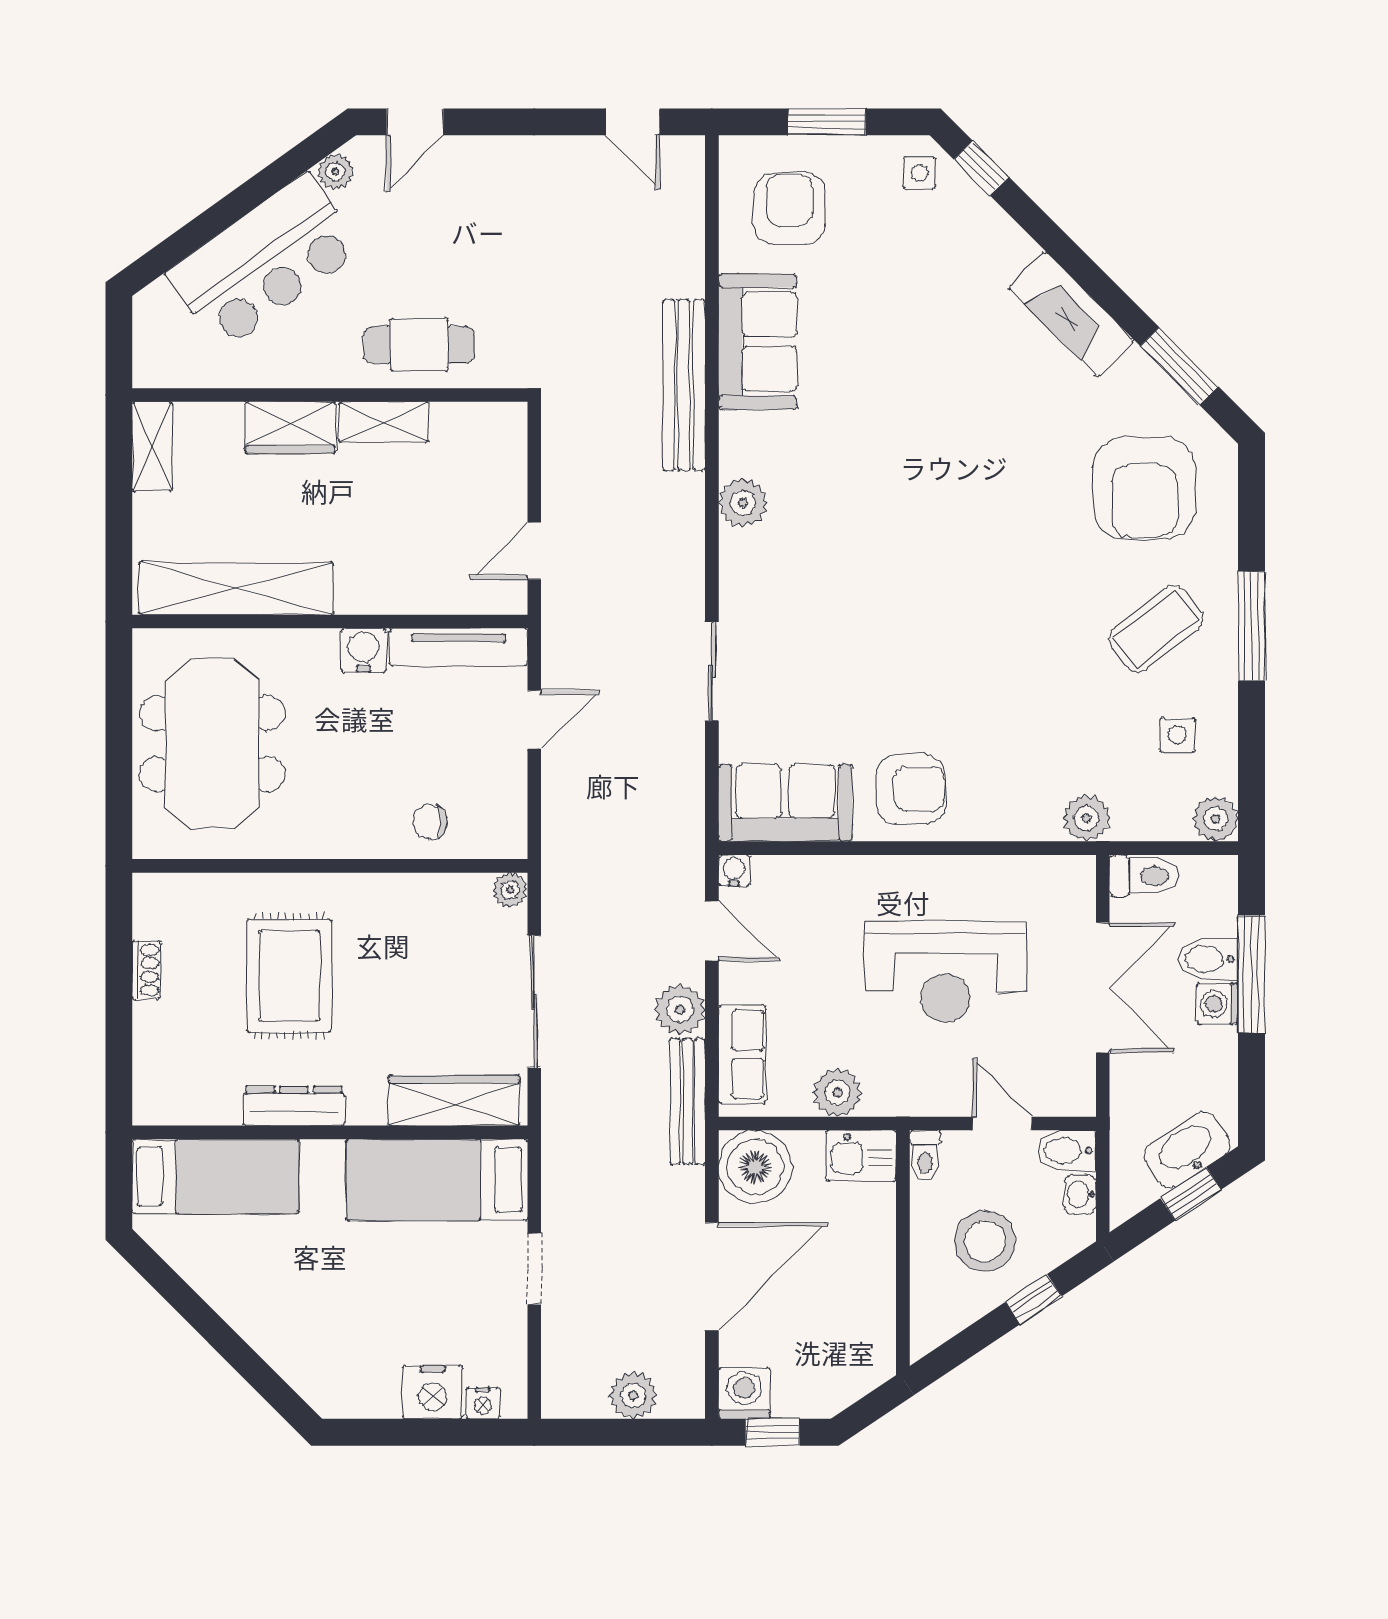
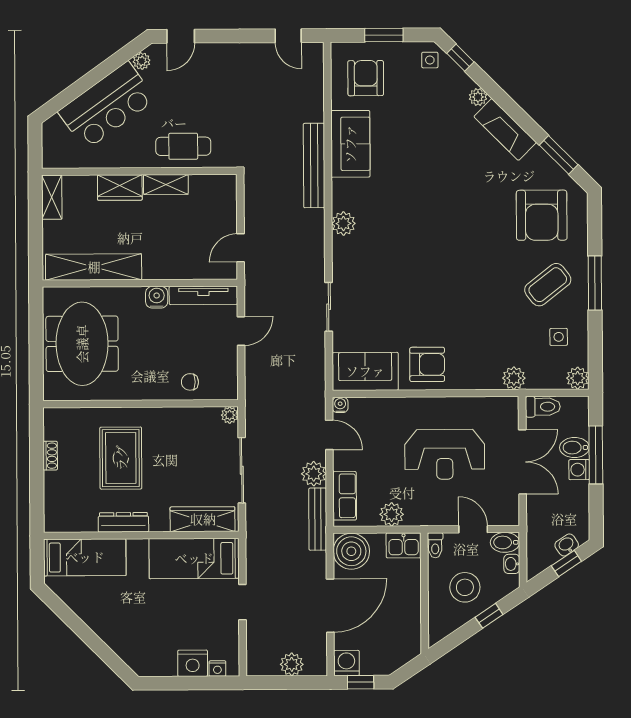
plant: (1017, 248) -> (478, 97), added
washbasin: (1187, 1150) -> (567, 545), width x0.52, depth x0.69

